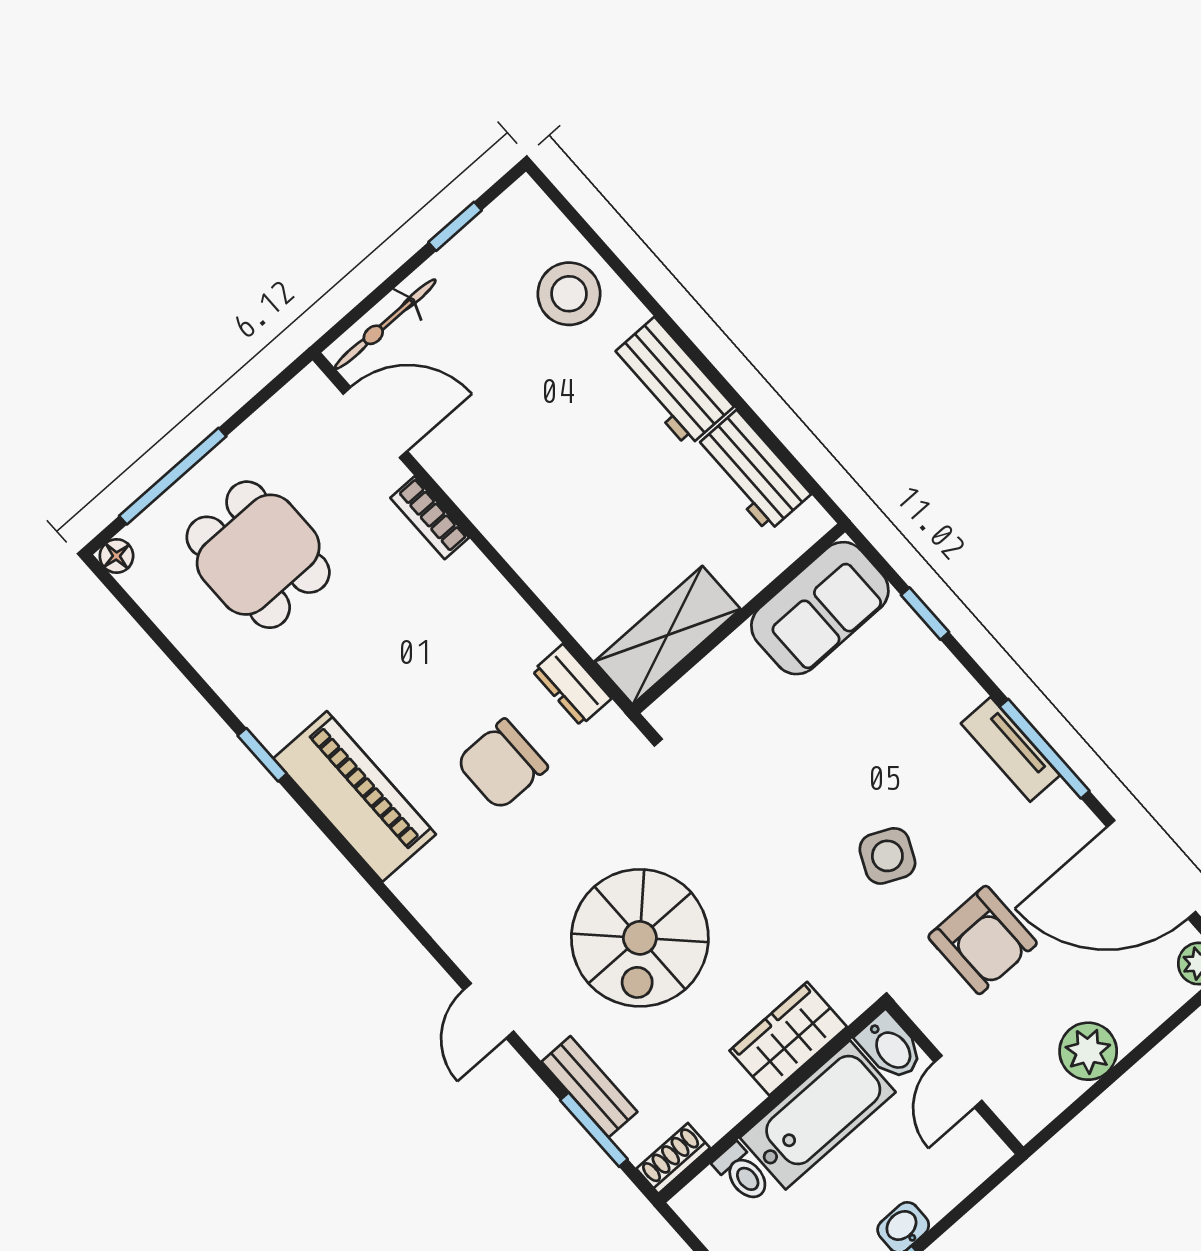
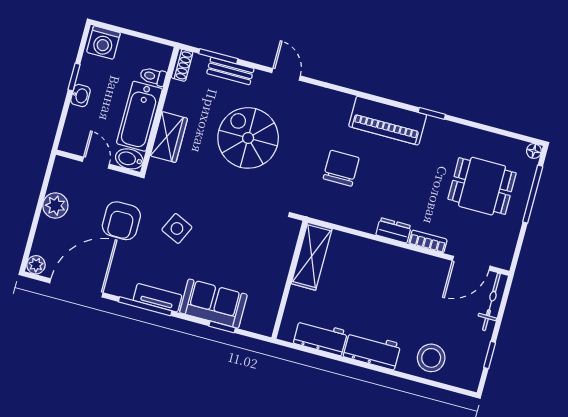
sofa: (820, 608) -> (213, 304), moved, turned 90
dresser: (572, 685) -> (394, 230), moved
armchair: (983, 940) -> (121, 221), turned -90

